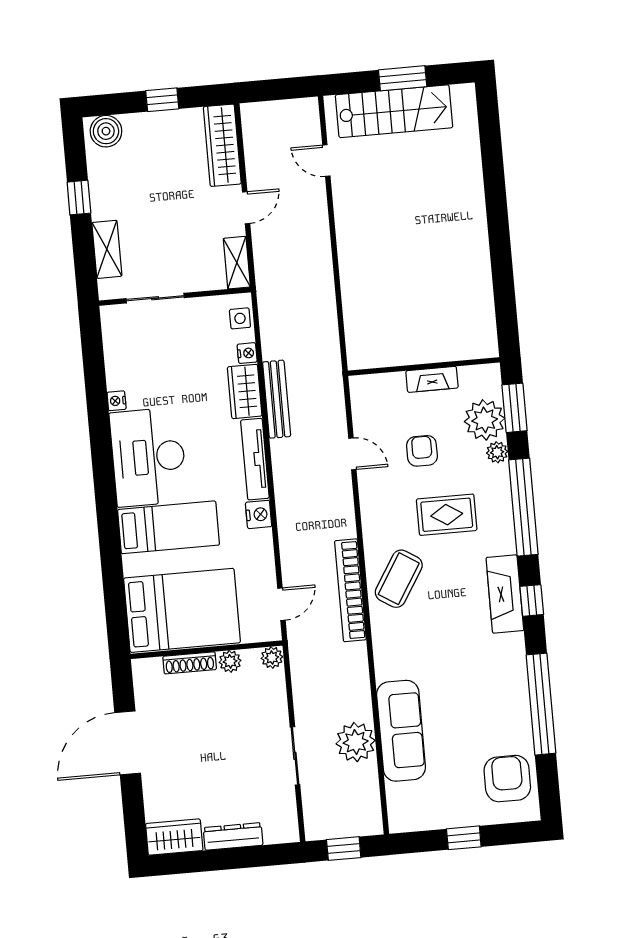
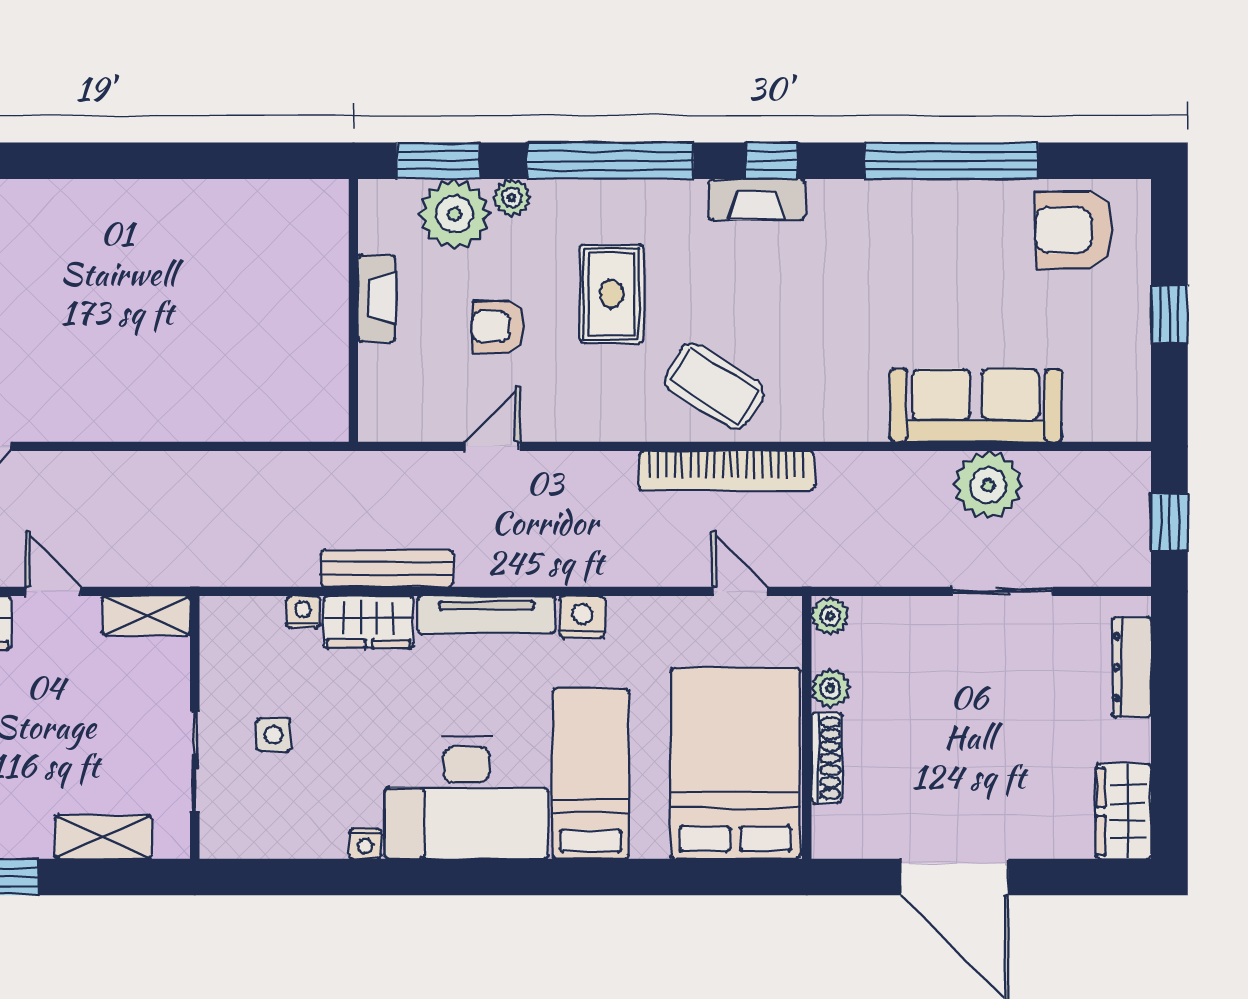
side table: (240, 318) -> (274, 735), moved
fireplace: (505, 594) -> (757, 199), width x0.73, depth x0.76
dresser: (233, 836) -> (1132, 667), moved

